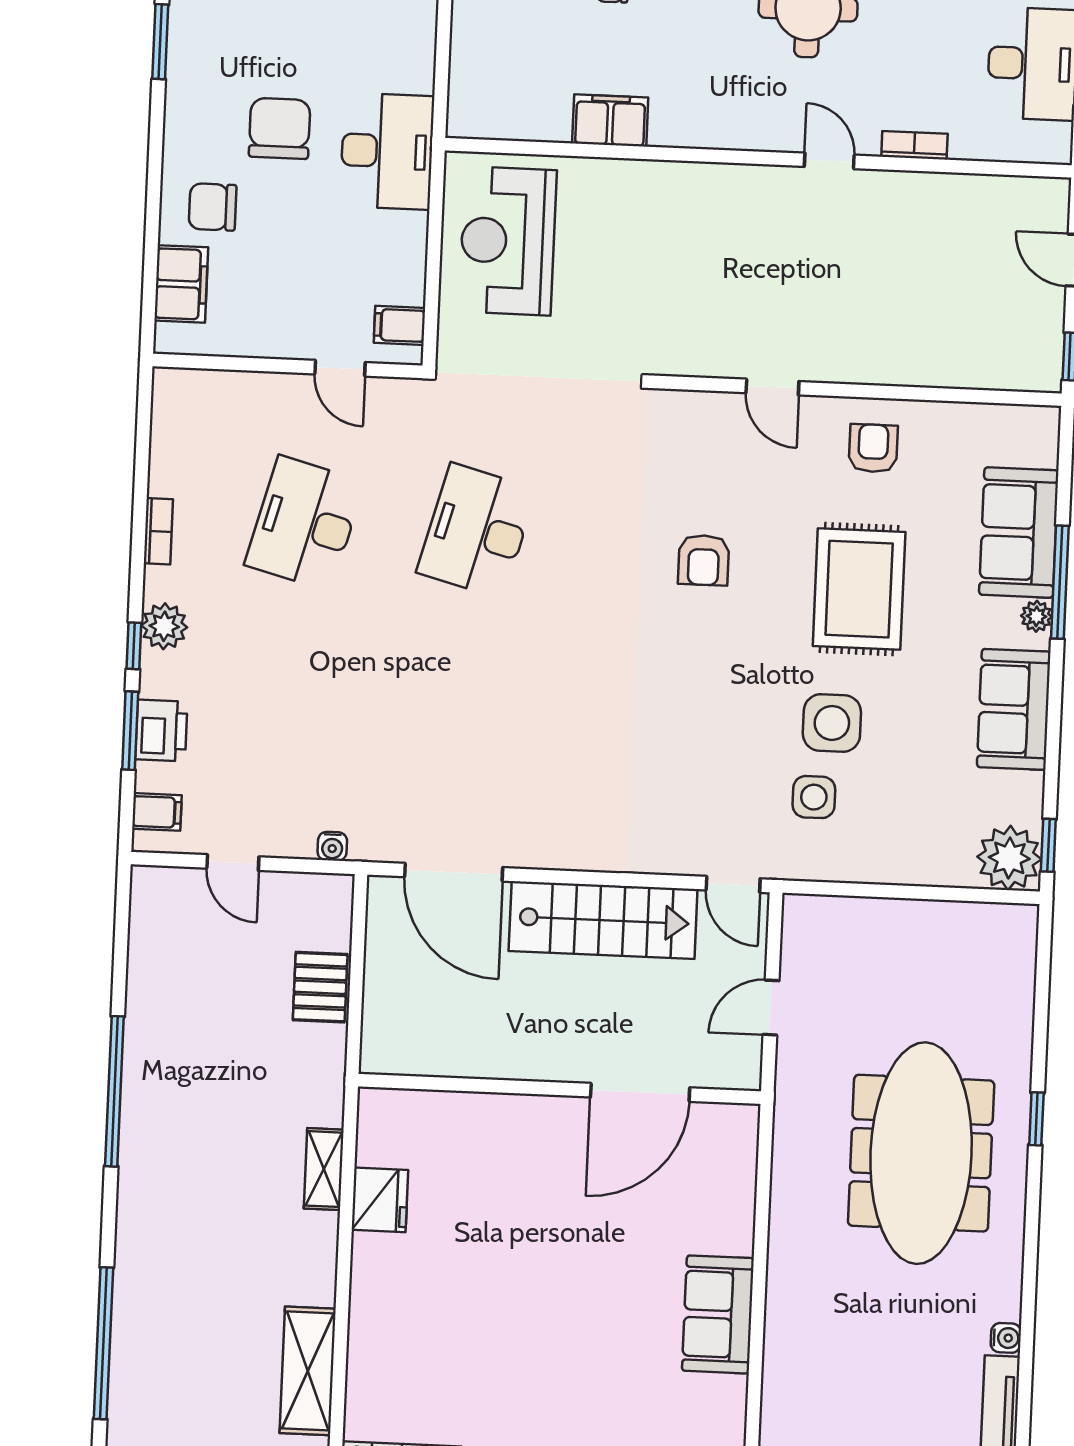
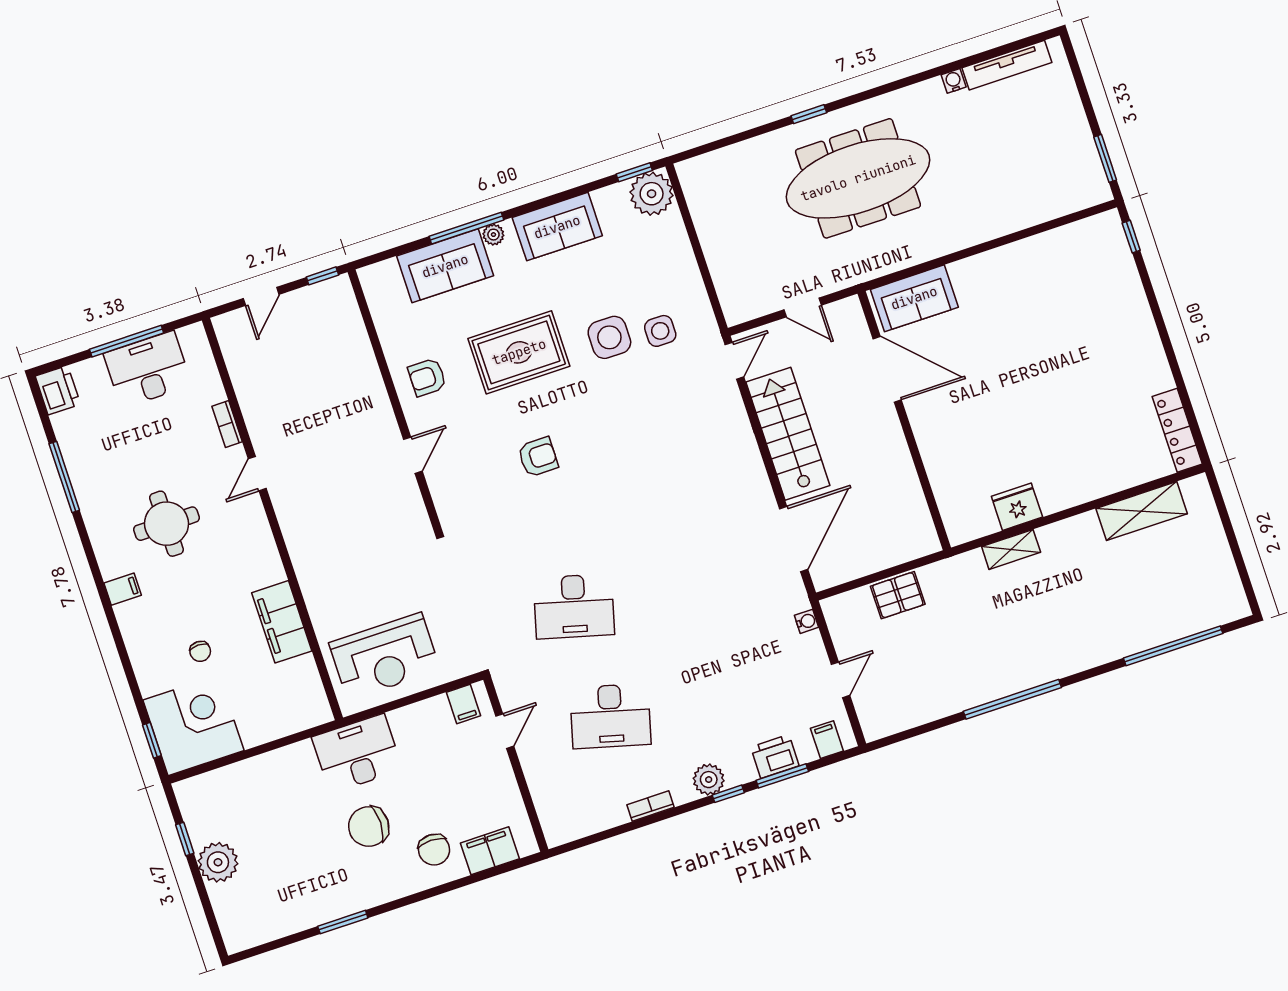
filing cabinet: (610, 120) -> (282, 622), width x1.50, depth x1.17
sofa: (718, 1314) -> (914, 298), moved

